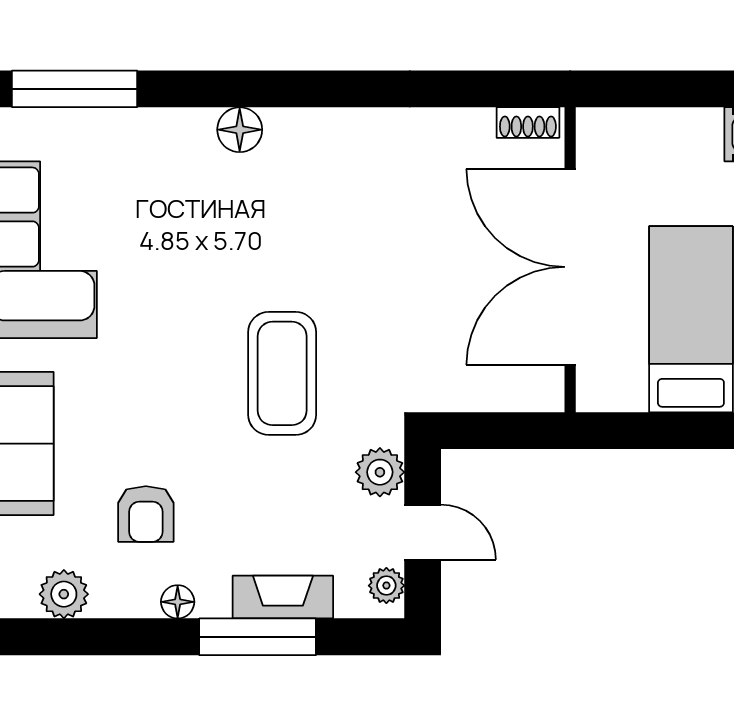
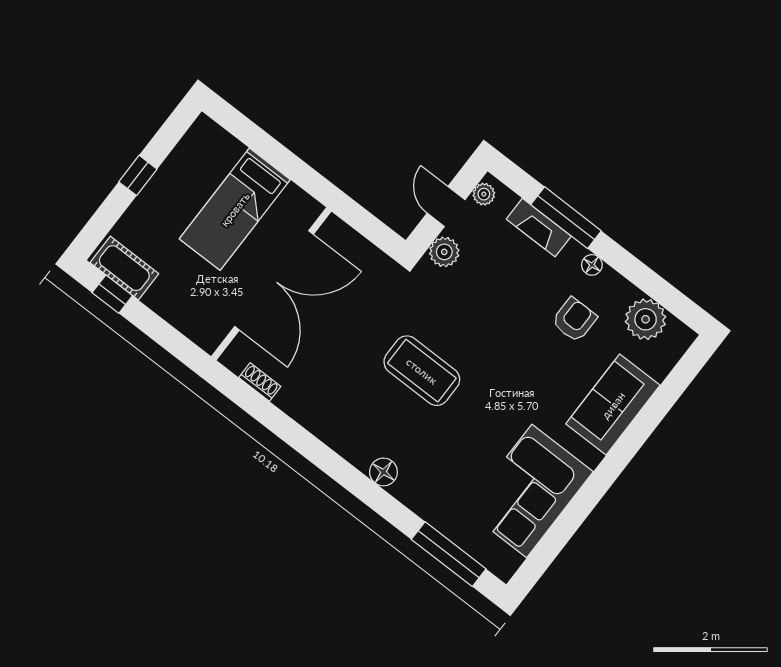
shoe rack: (528, 122) -> (260, 382), moved
coffee table: (282, 373) -> (422, 371), moved, turned 90
plant: (64, 594) -> (646, 319), width x1.36, depth x1.36

